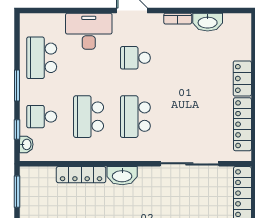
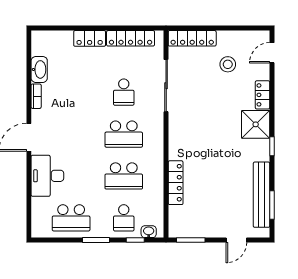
school desk: (135, 58) -> (124, 92), moved
washbasin: (122, 176) -> (177, 146), removed

